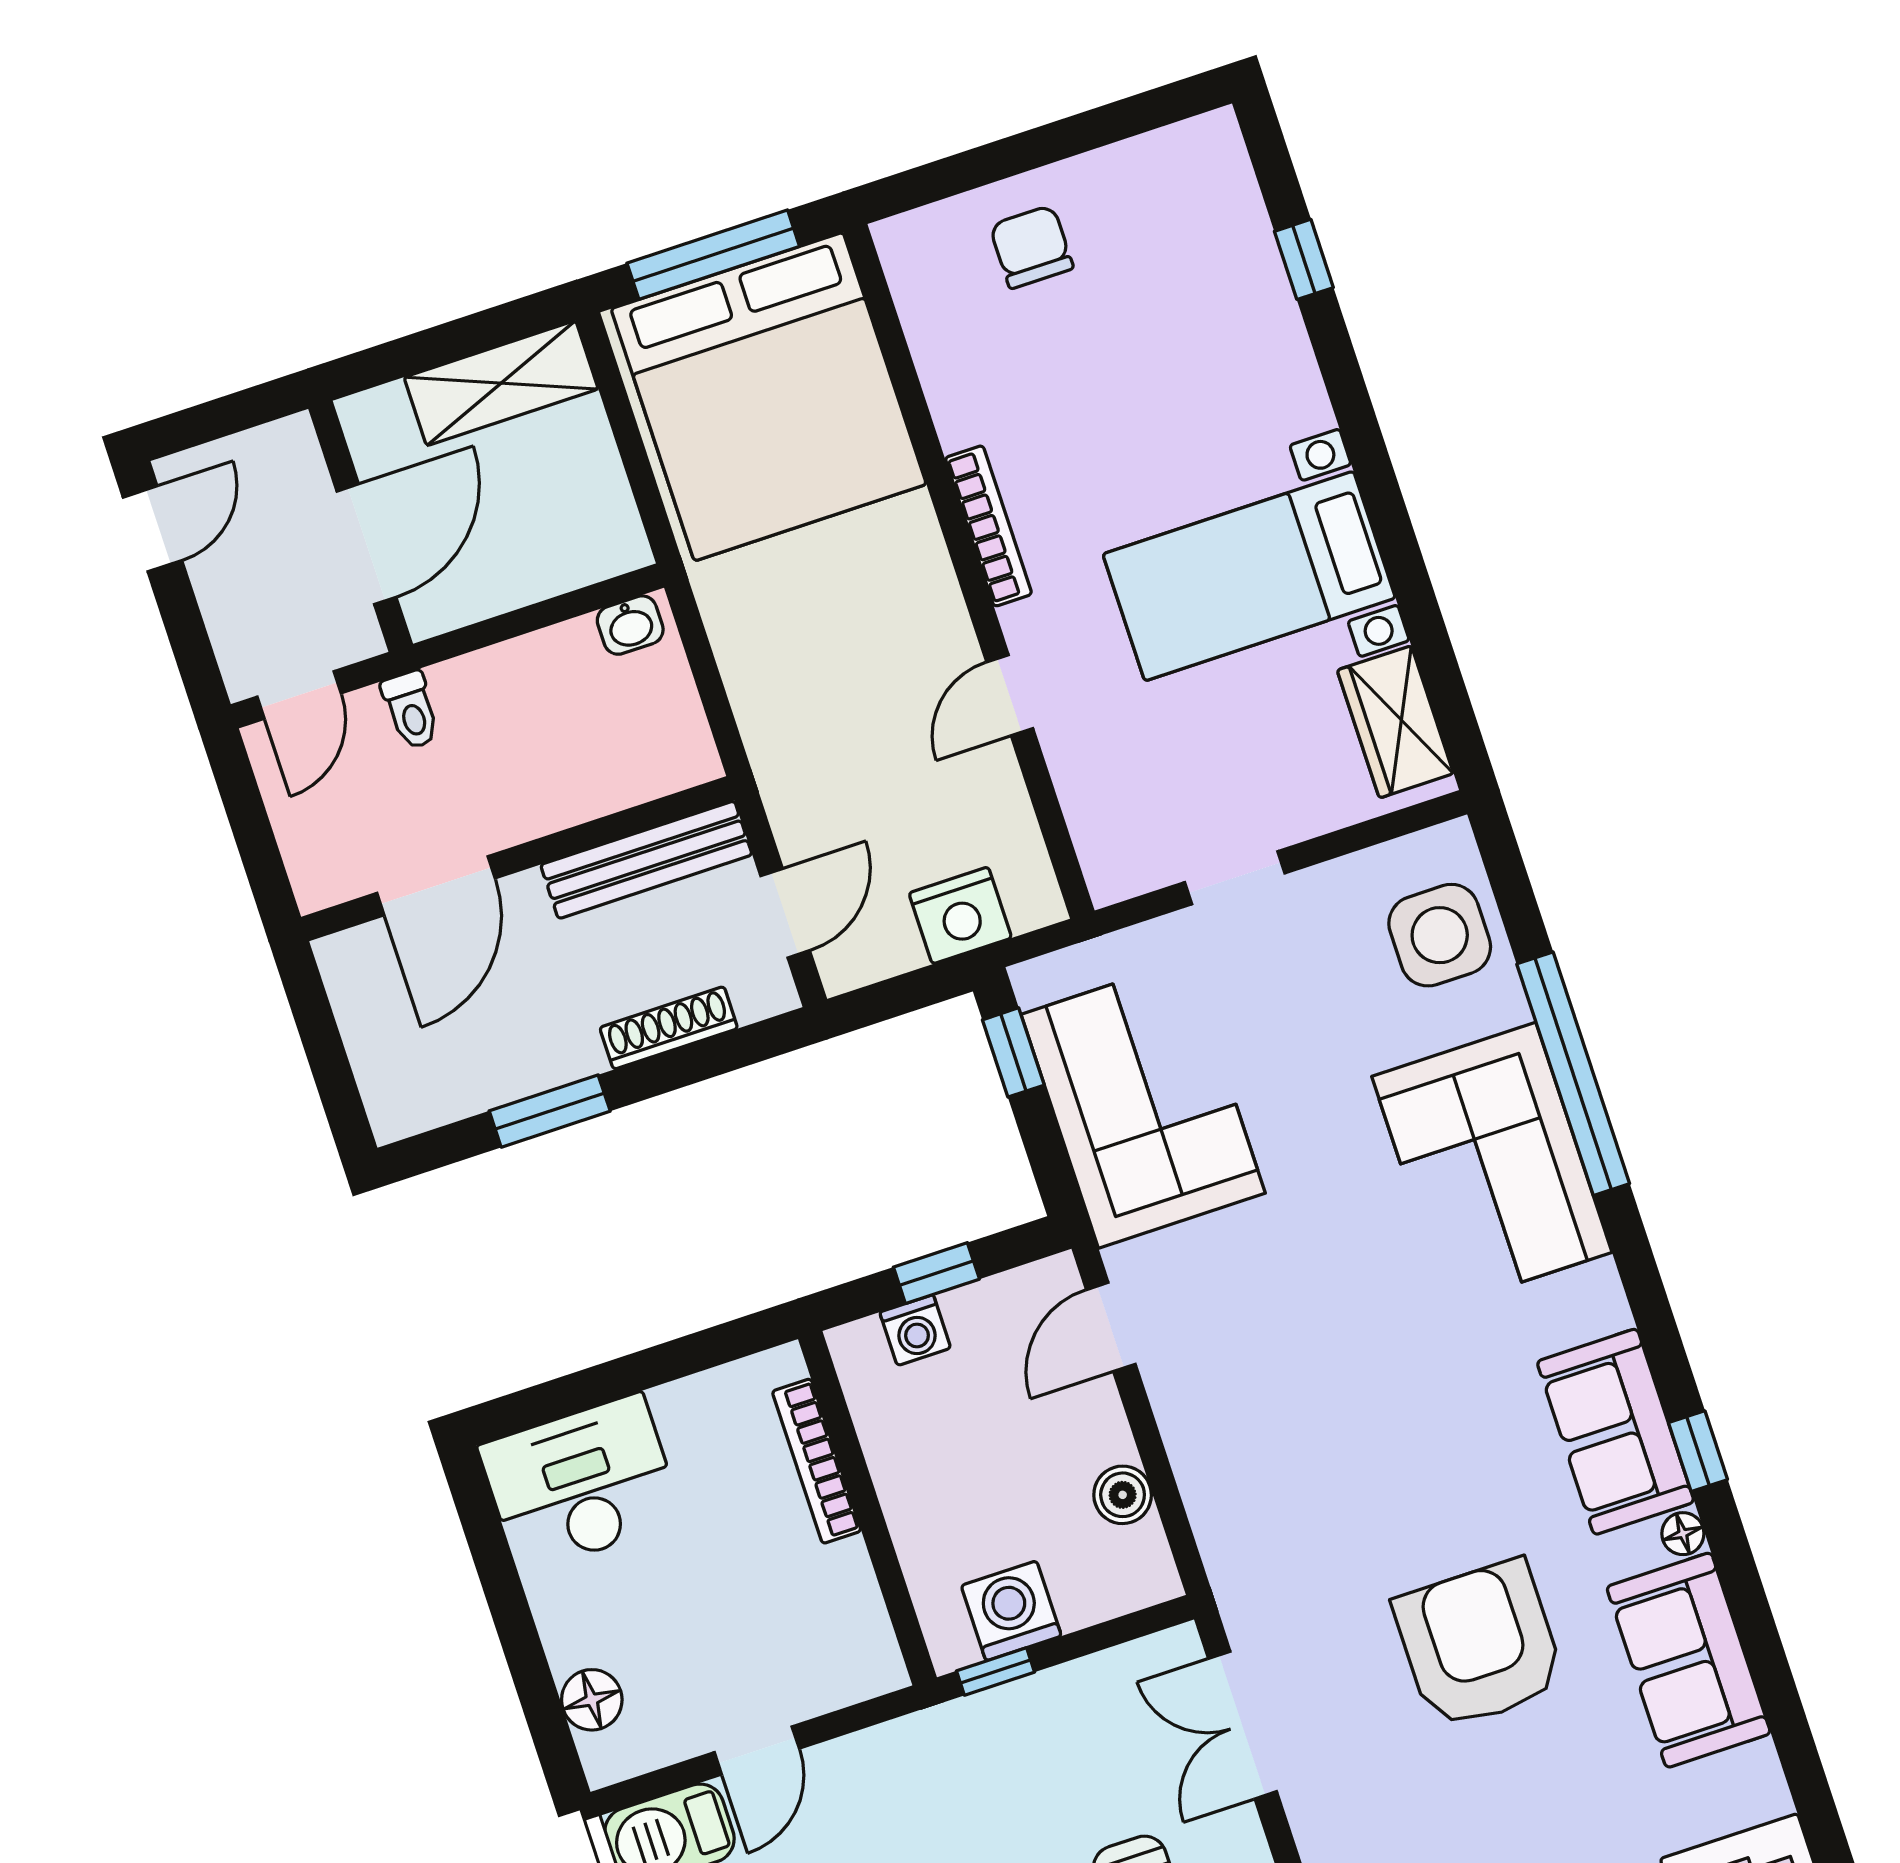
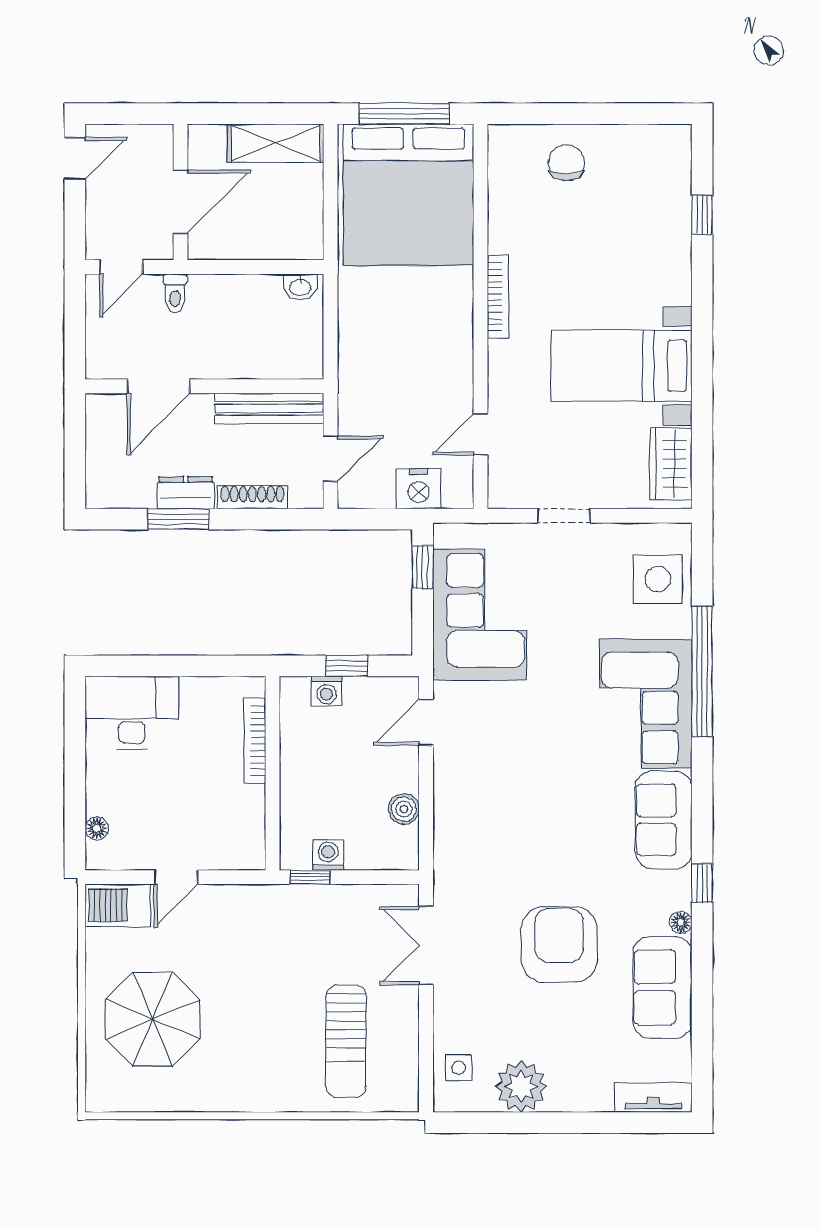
door: (1010, 695) -> (480, 434), moved
dresser: (547, 1059) -> (186, 493), added
sofa: (1615, 1432) -> (664, 820), moved
washing machine: (1011, 1611) -> (328, 855), width x0.73, depth x0.73
floor lamp: (592, 1700) -> (97, 828), width x0.73, depth x0.73

